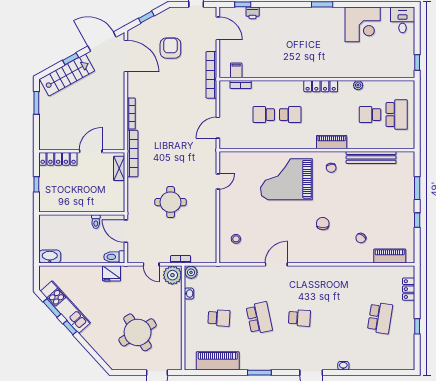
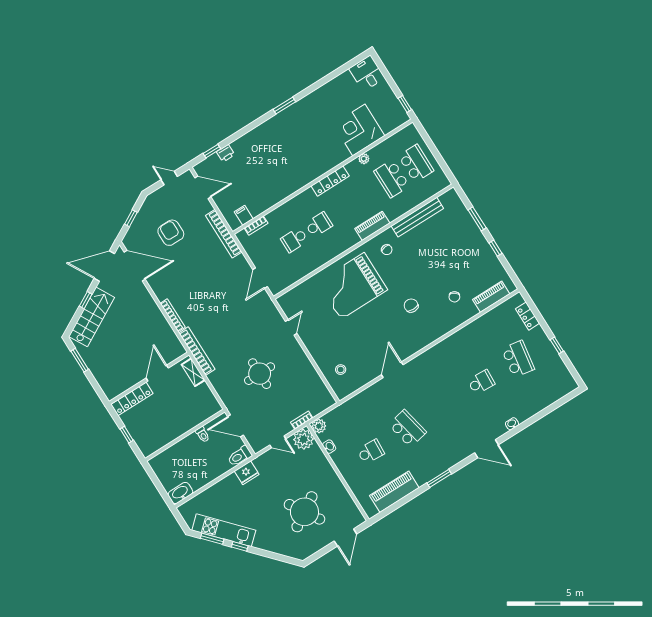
corner desk: (363, 24) -> (359, 130), moved, turned 180
school desk: (370, 115) -> (392, 179), width x1.85
school desk: (299, 318) -> (481, 382), moved

